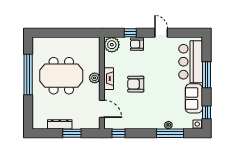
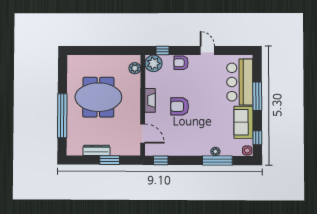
window: (130, 33) -> (163, 50), moved
window: (28, 75) -> (62, 116), moved
plant: (95, 78) -> (135, 68), moved

